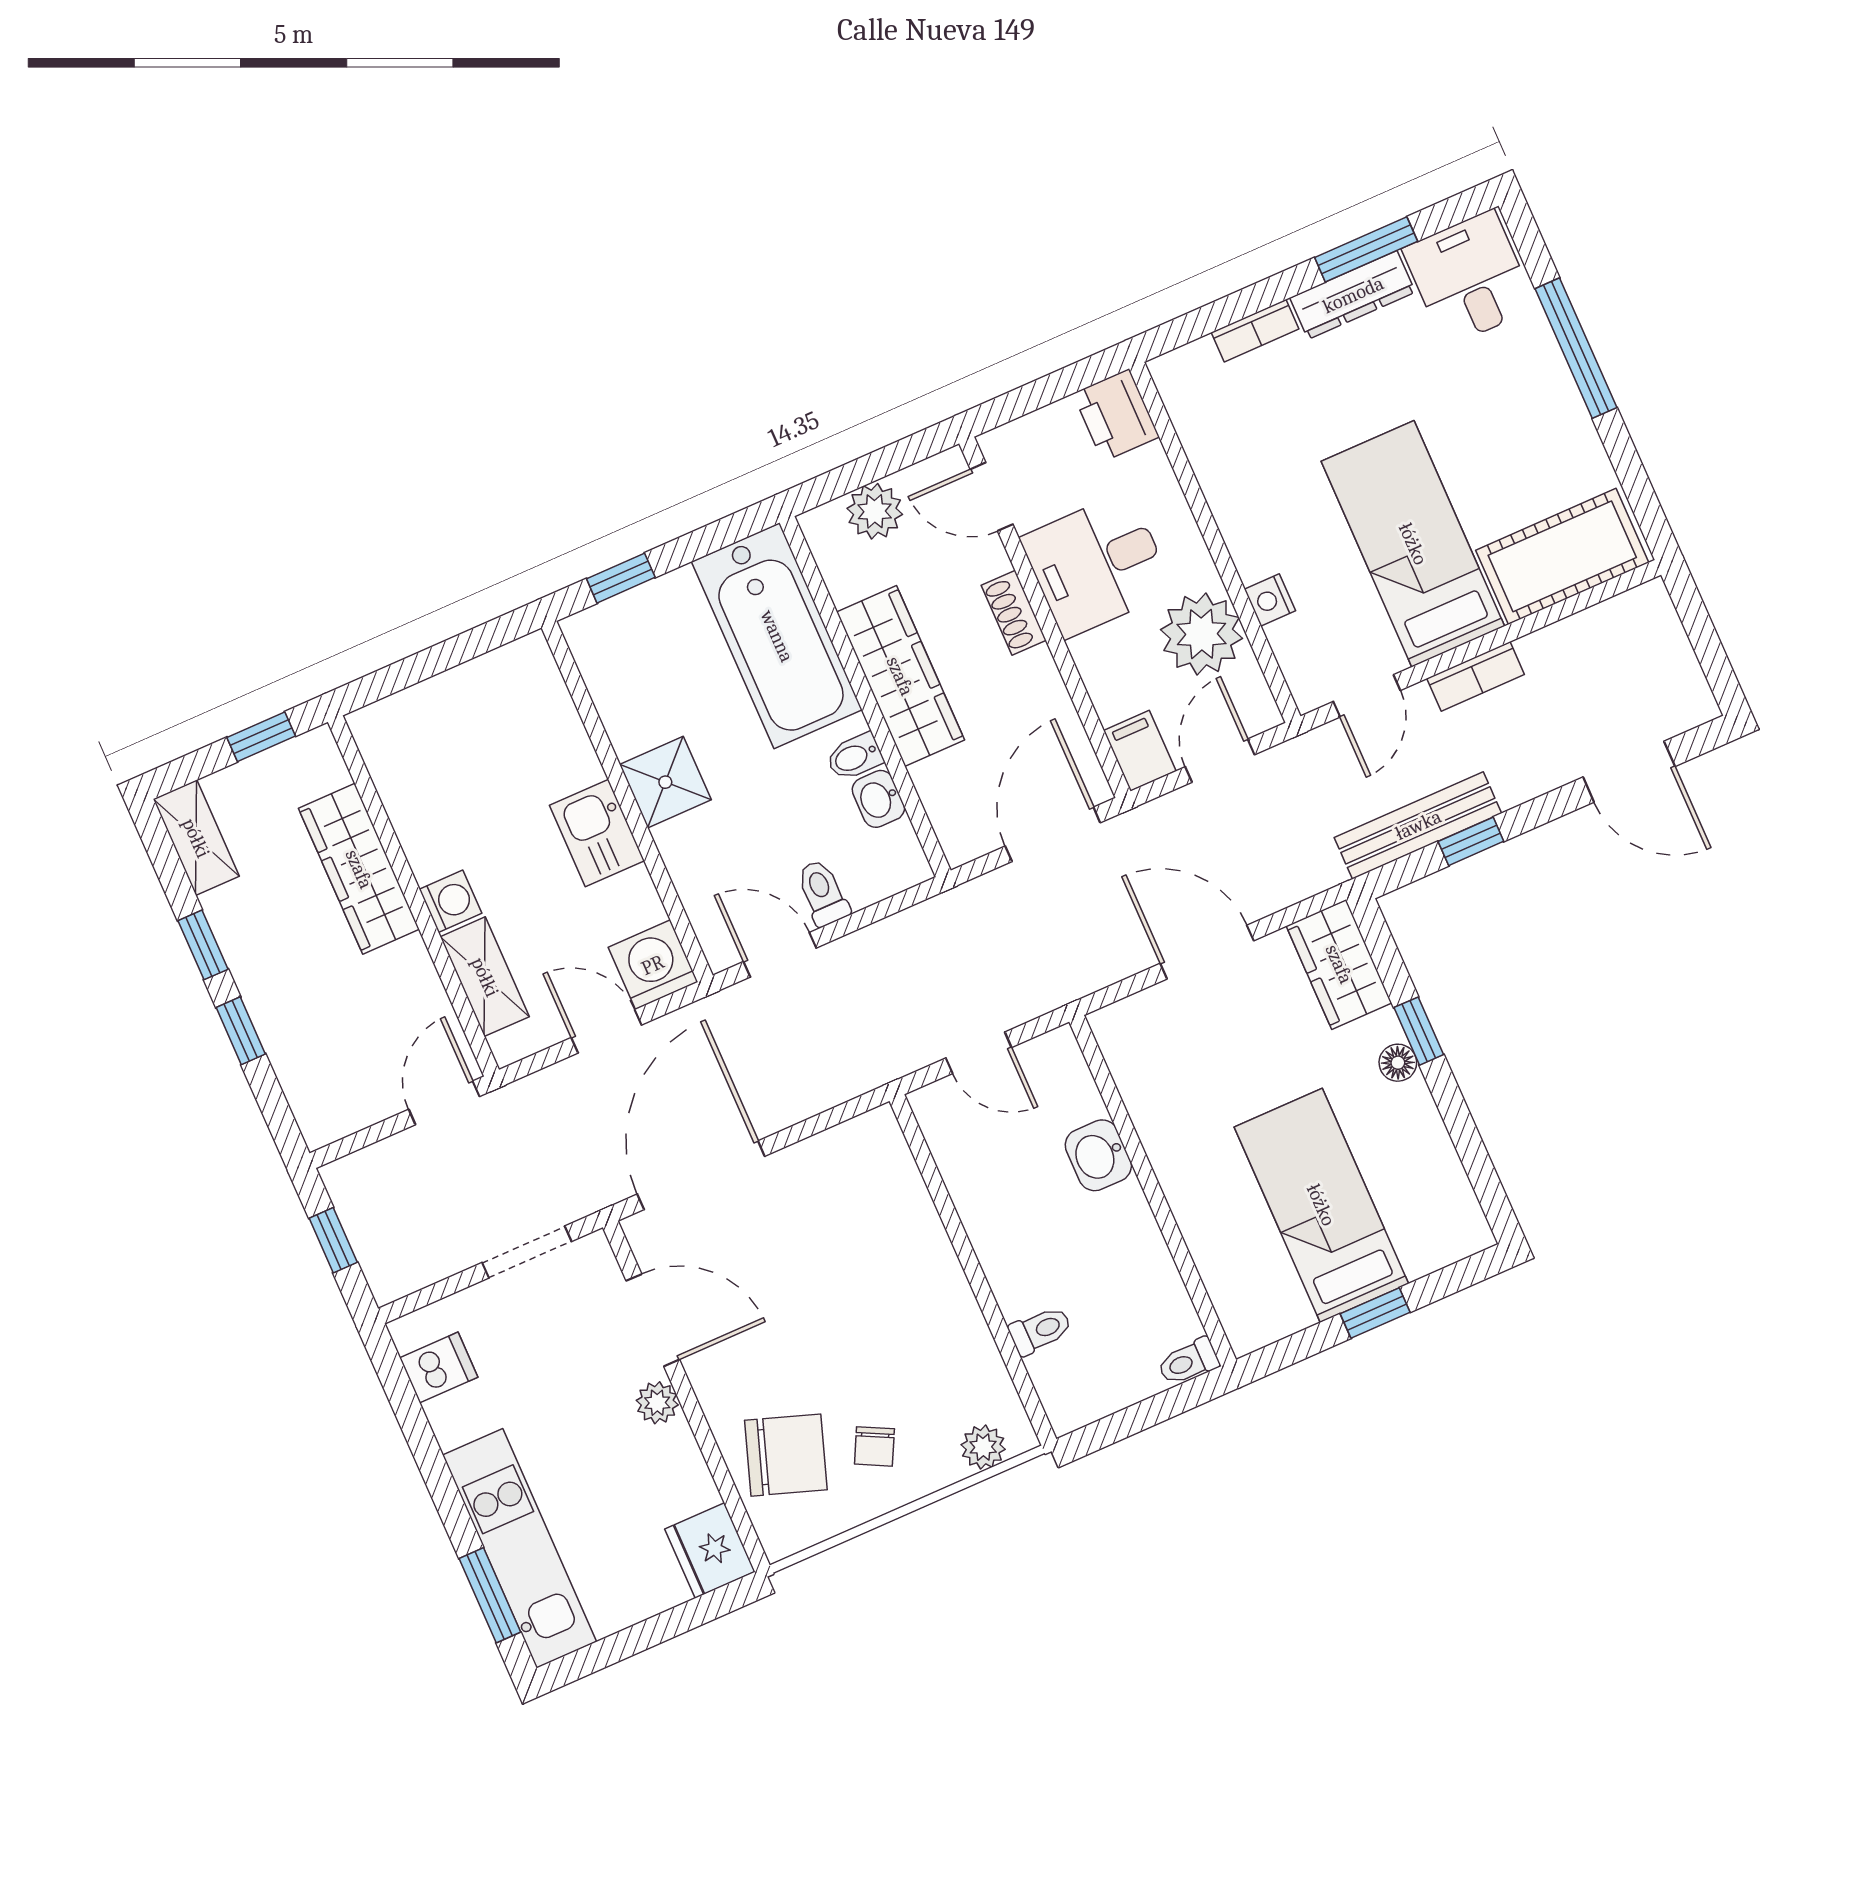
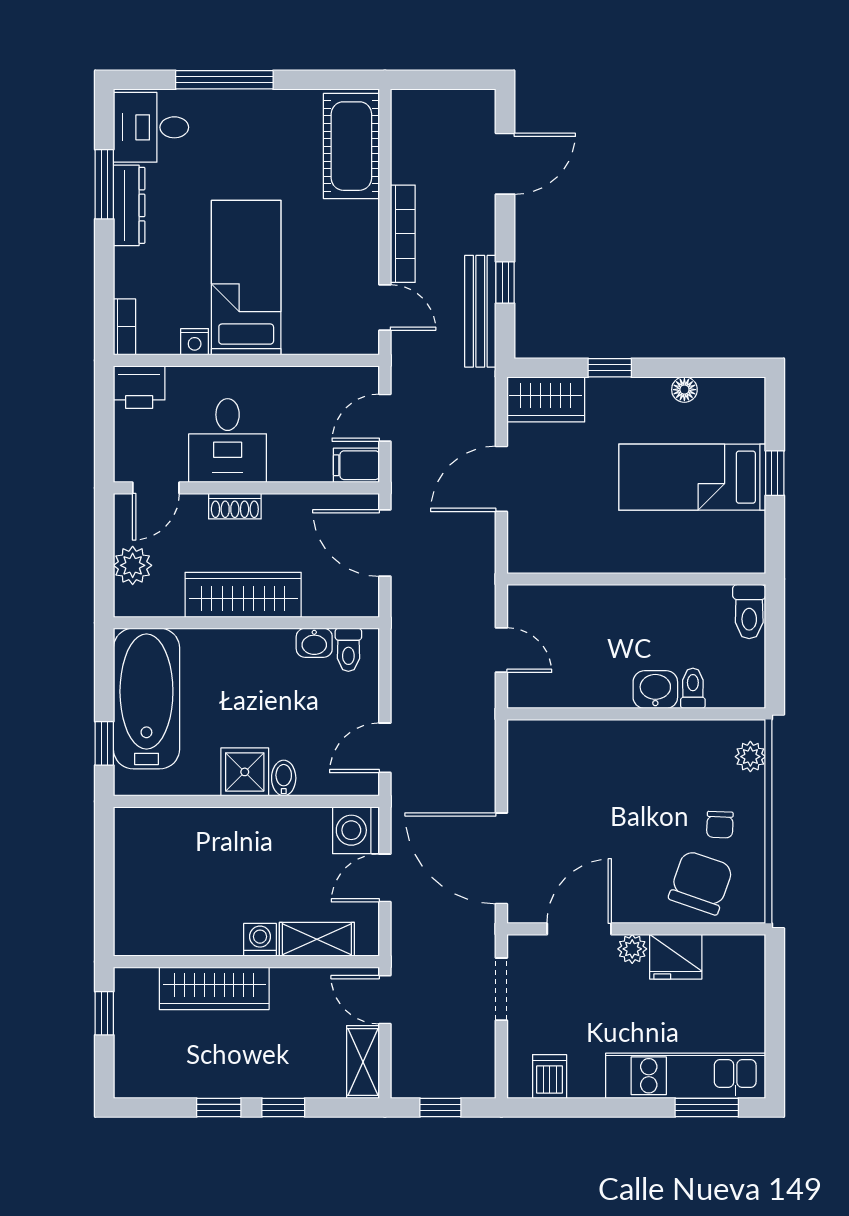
bookcase: (1255, 331) -> (125, 327), moved
bed: (1413, 544) -> (246, 278), moved, turned 90
nightstand: (1270, 600) -> (195, 342), moved
plant: (1201, 634) -> (300, 394), removed
bathtub: (777, 636) -> (146, 699), moved, turned -90
bookcase: (1476, 676) -> (403, 234), width x1.56
bidet: (855, 757) -> (284, 778), moved, turned 180
door: (1220, 761) -> (385, 418), hinge flipped
kitchen sink: (597, 833) -> (258, 829), removed
shelving: (196, 838) -> (363, 1062), moved, turned 90
toilet: (823, 893) -> (348, 650), moved, turned -90
door: (979, 1053) -> (501, 650), hinge flipped
floor lamp: (1398, 1063) -> (684, 390), moved
washbasin: (1098, 1155) -> (655, 690), moved, turned 180
toilet: (1188, 1362) -> (749, 612), width x1.37, depth x1.39
chair: (874, 1446) -> (720, 825), turned 65
fridge: (710, 1550) -> (676, 957), moved

